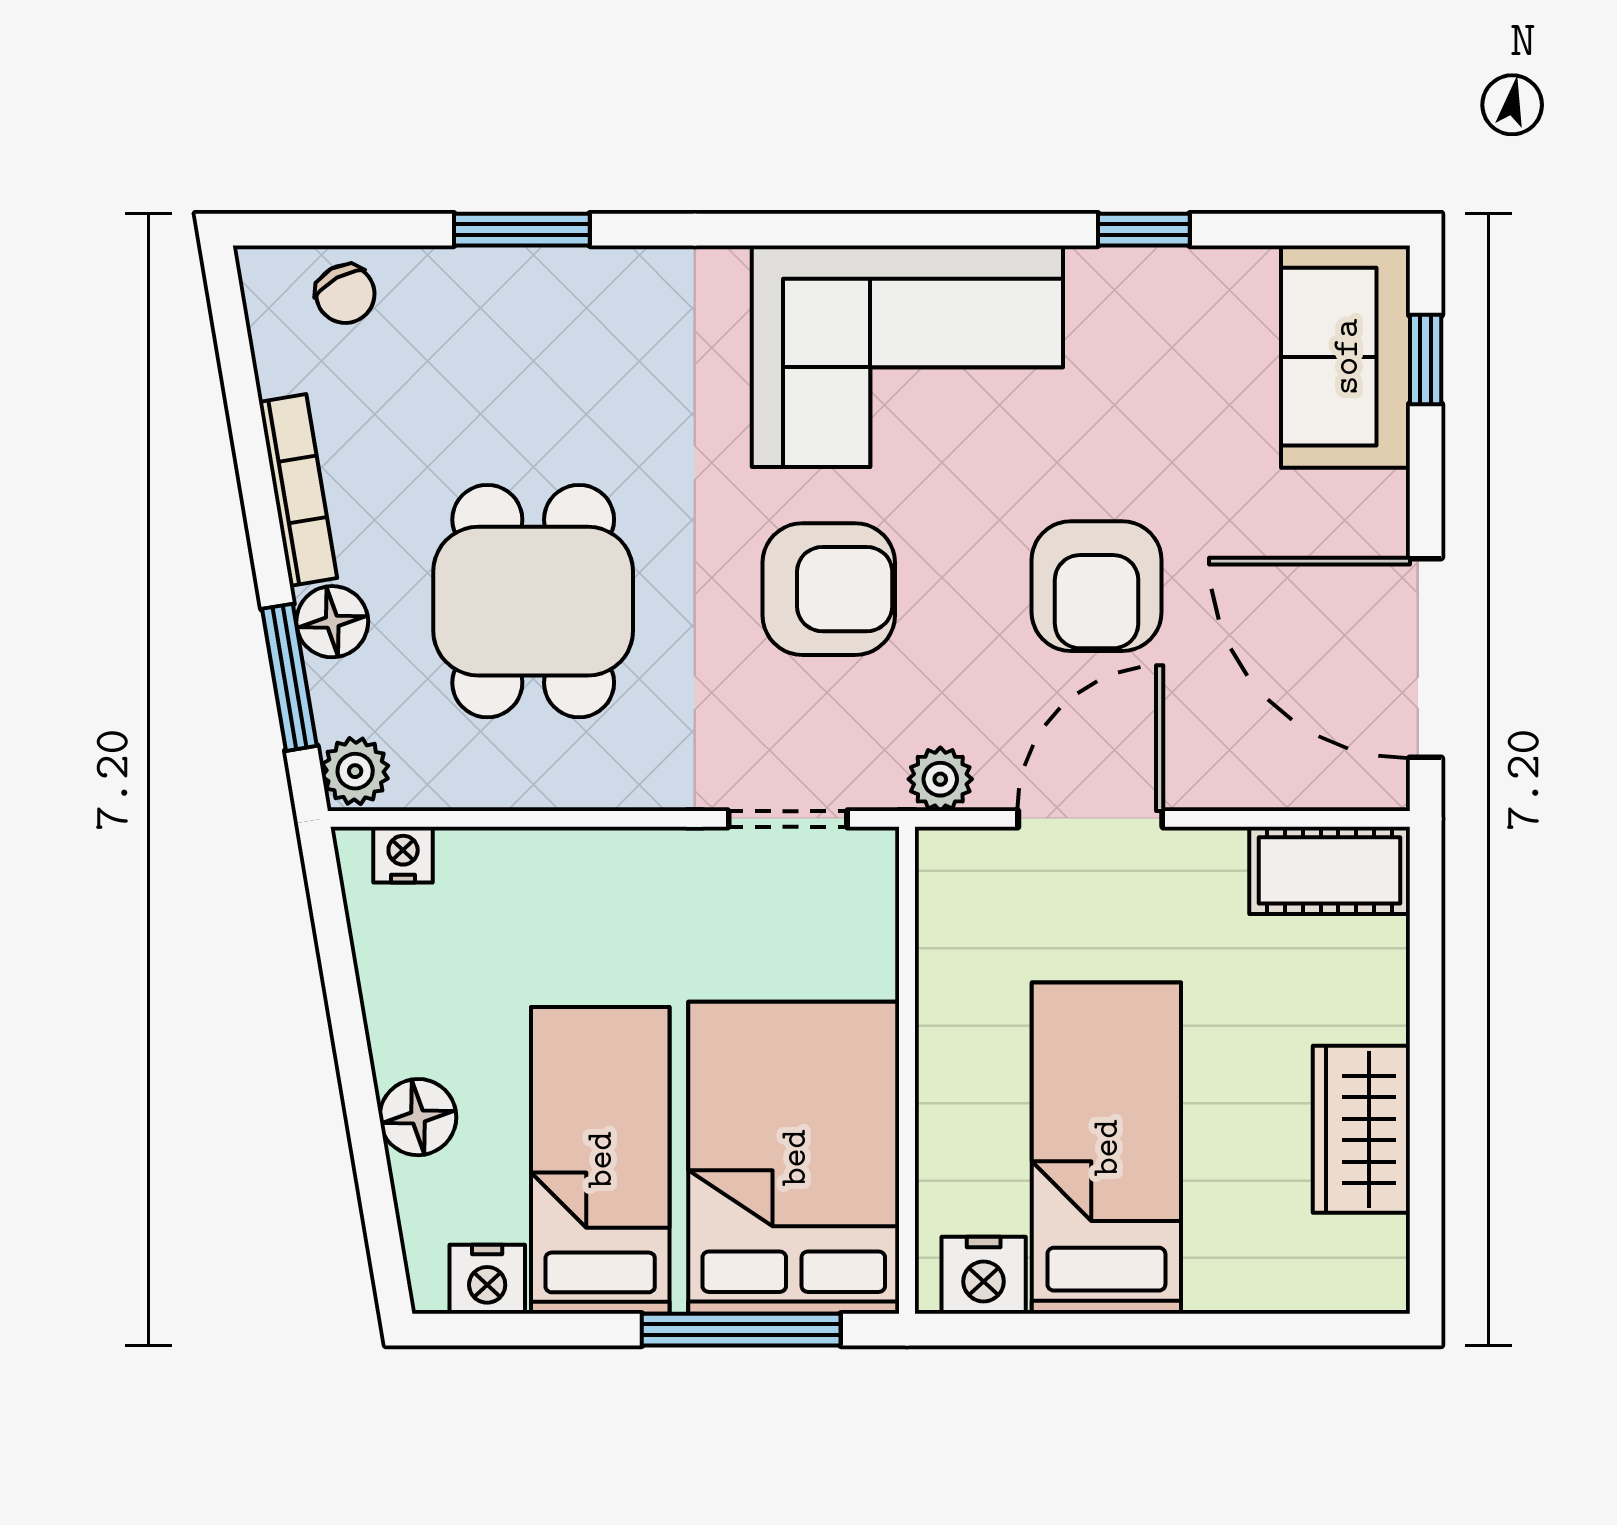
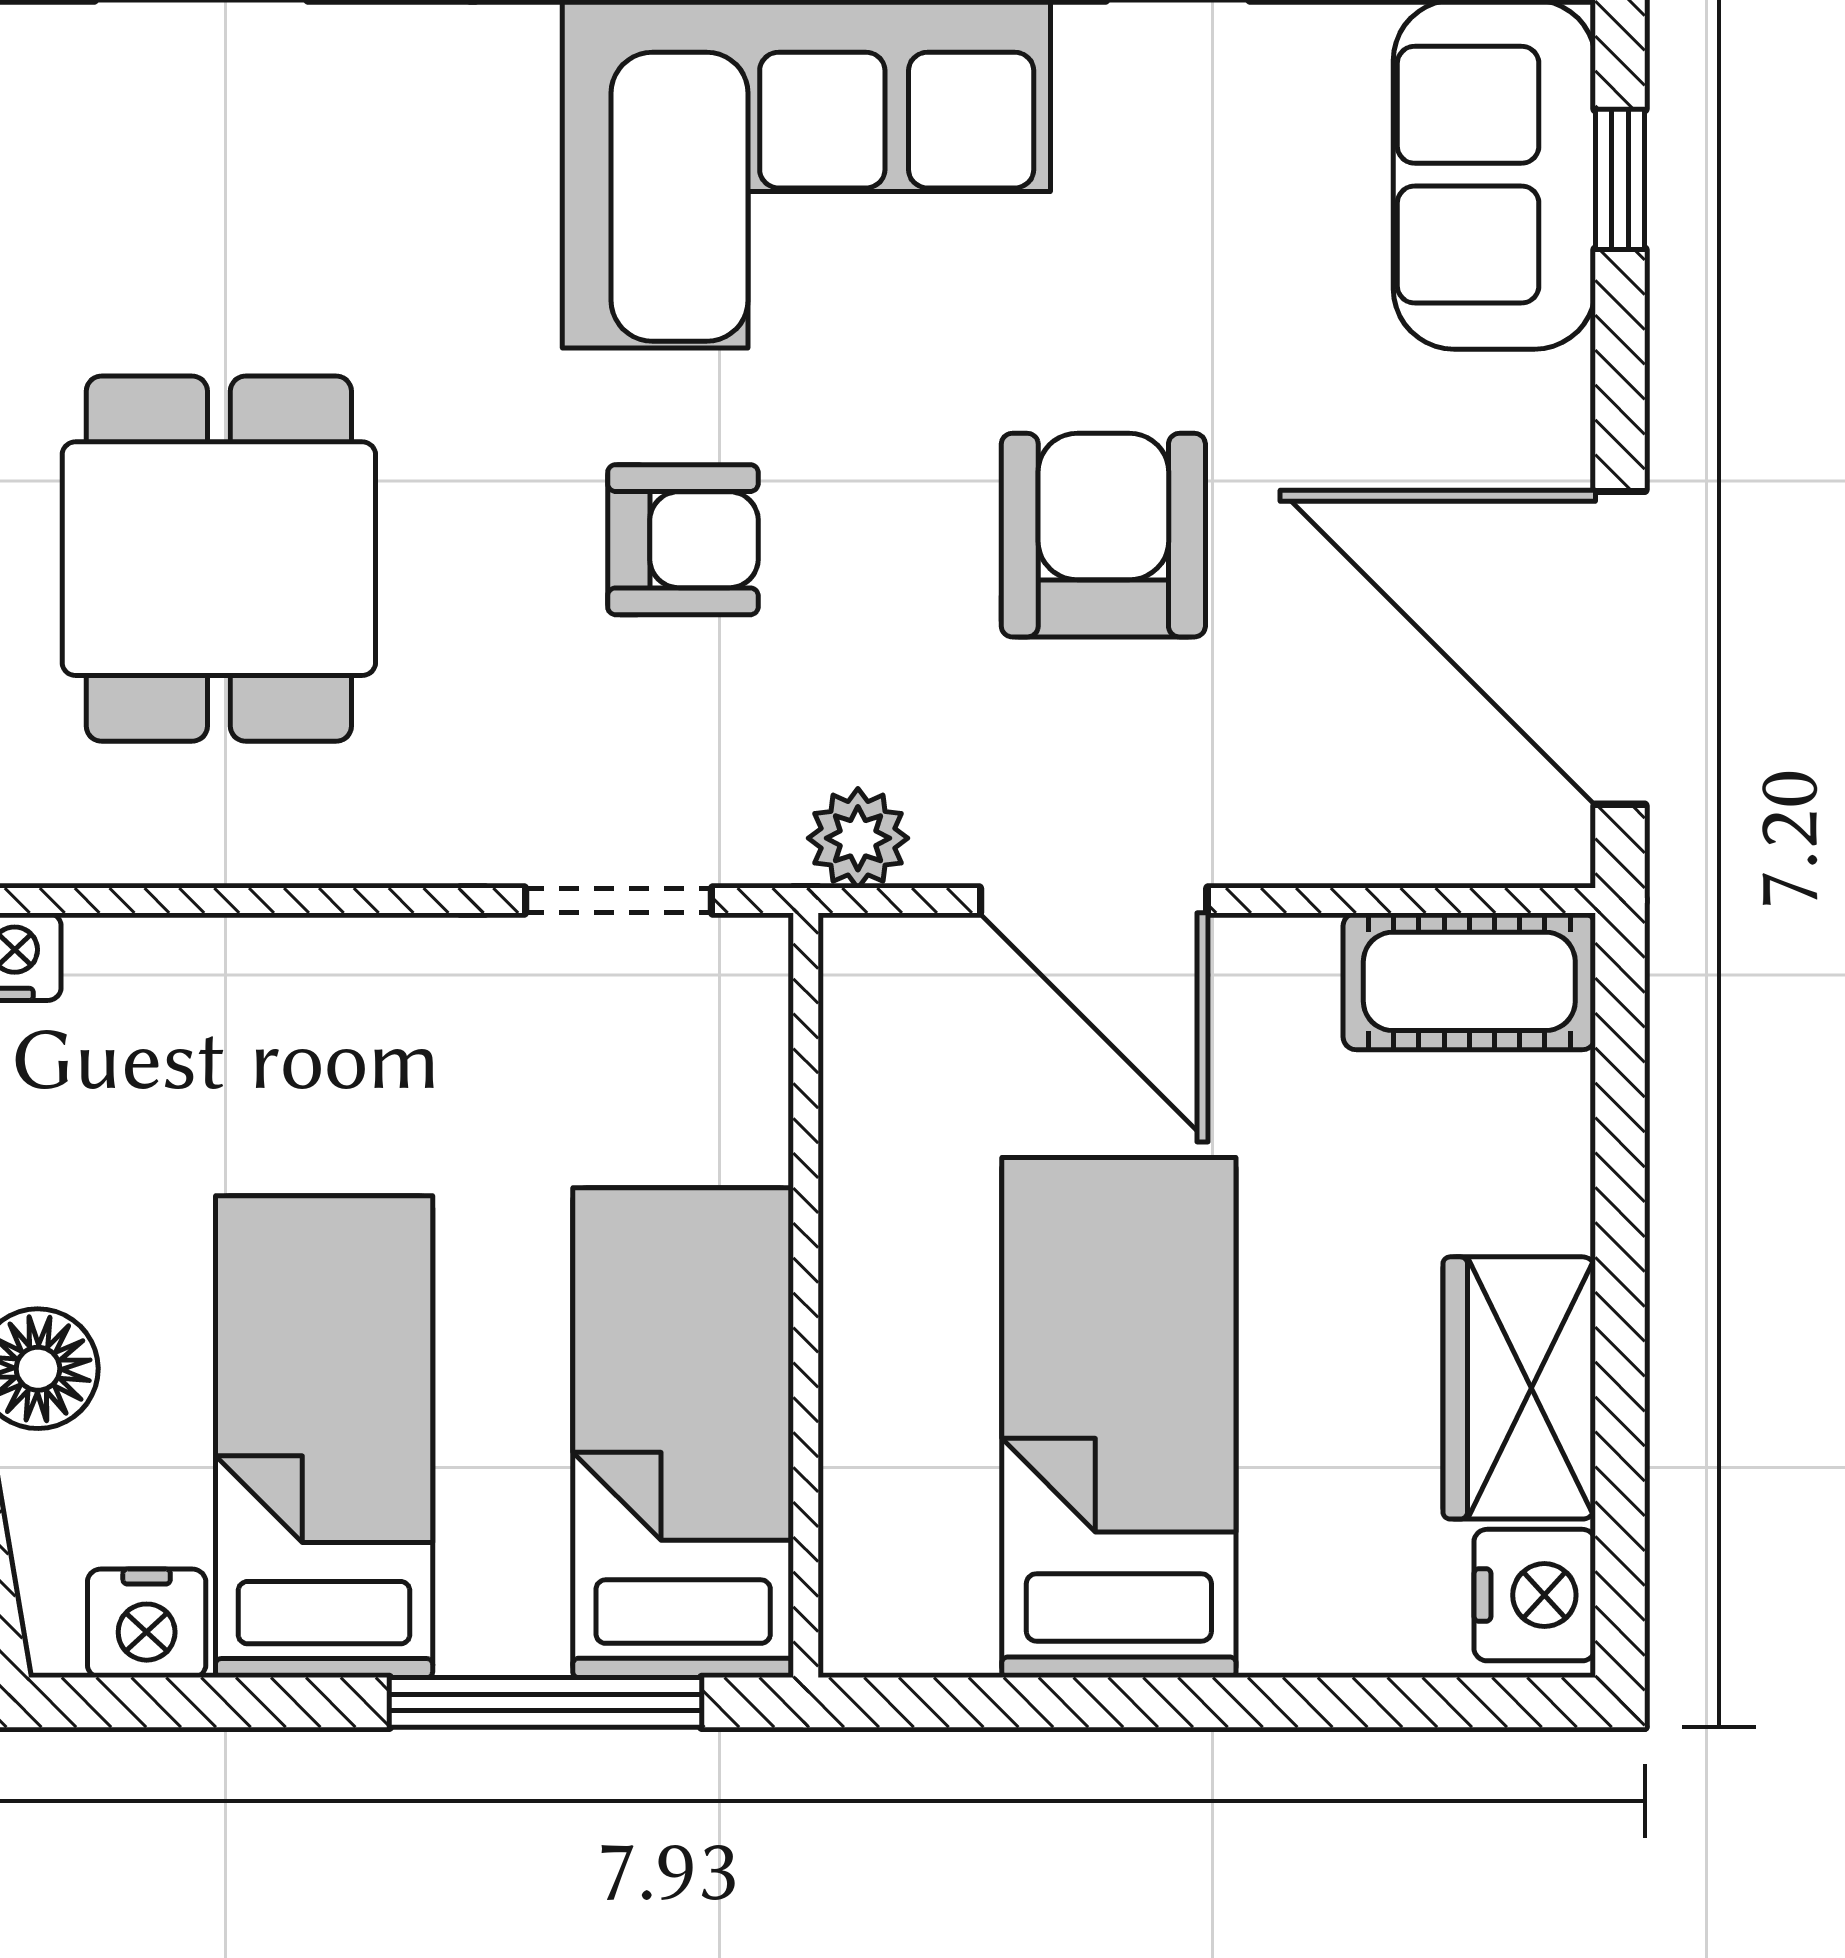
armchair: (1097, 586) -> (1103, 535), turned 180
armchair: (829, 589) -> (683, 540), width x0.72, depth x0.72
door: (1090, 819) -> (1094, 901), swing flipped
bed: (794, 1158) -> (683, 1433), width x0.67
nightstand: (984, 1275) -> (1535, 1595), moved, turned -90

